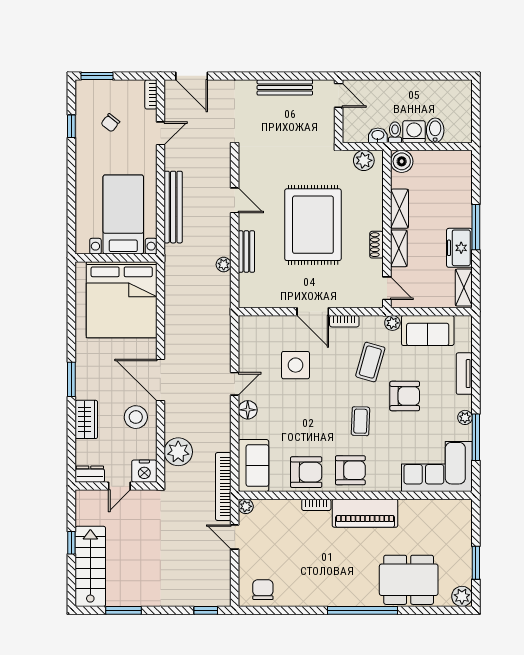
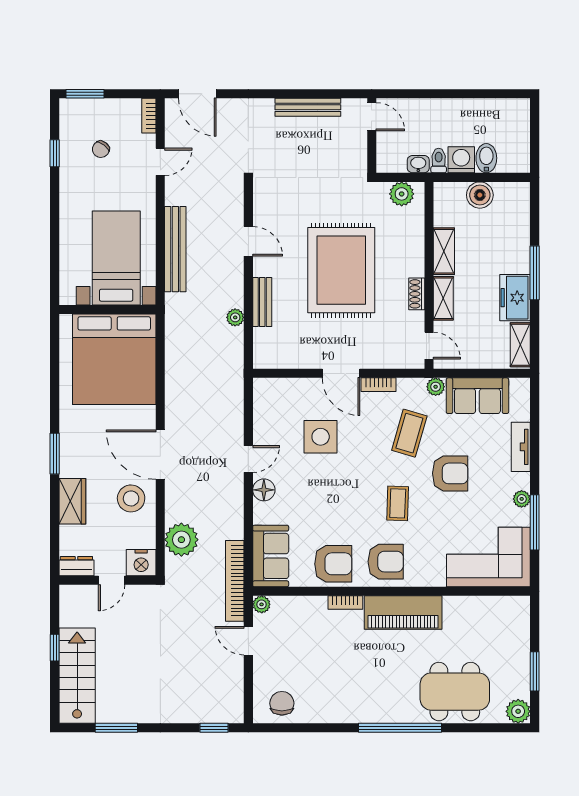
boiler: (402, 161) -> (480, 195), moved

